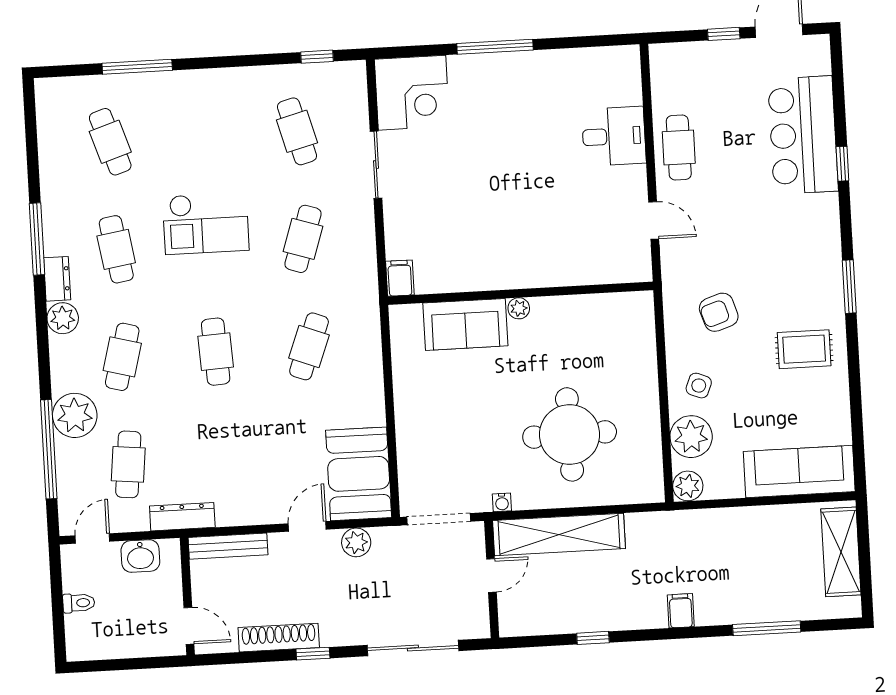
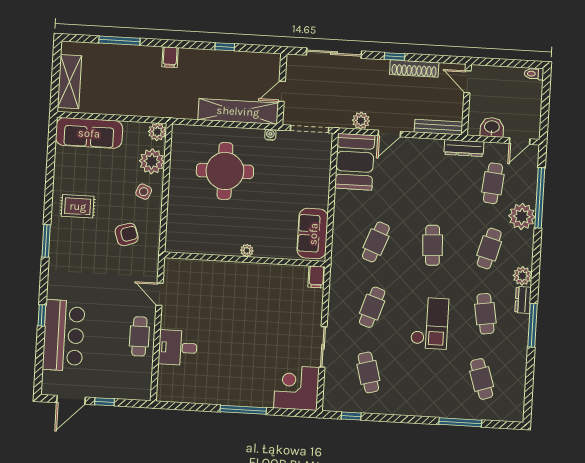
checkout: (206, 223) -> (430, 323), turned 90
sofa: (465, 324) -> (313, 234), moved, turned -90
toilet: (79, 603) -> (534, 74), moved

